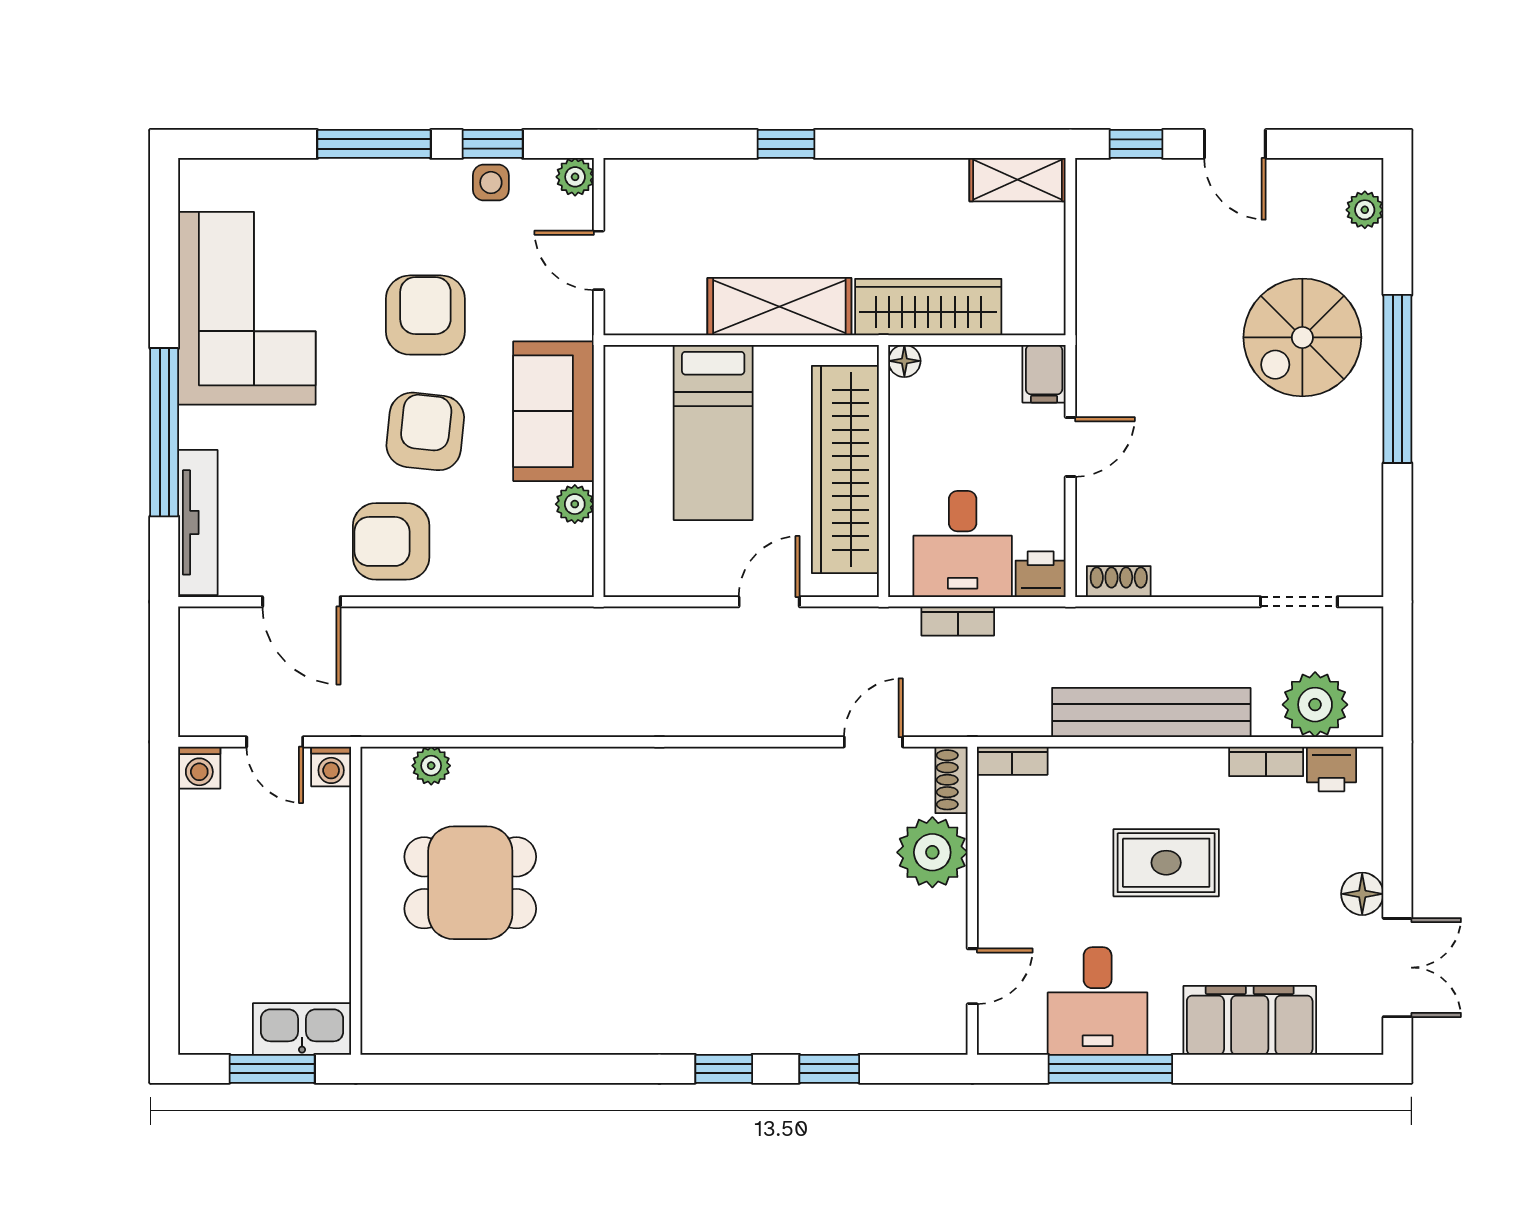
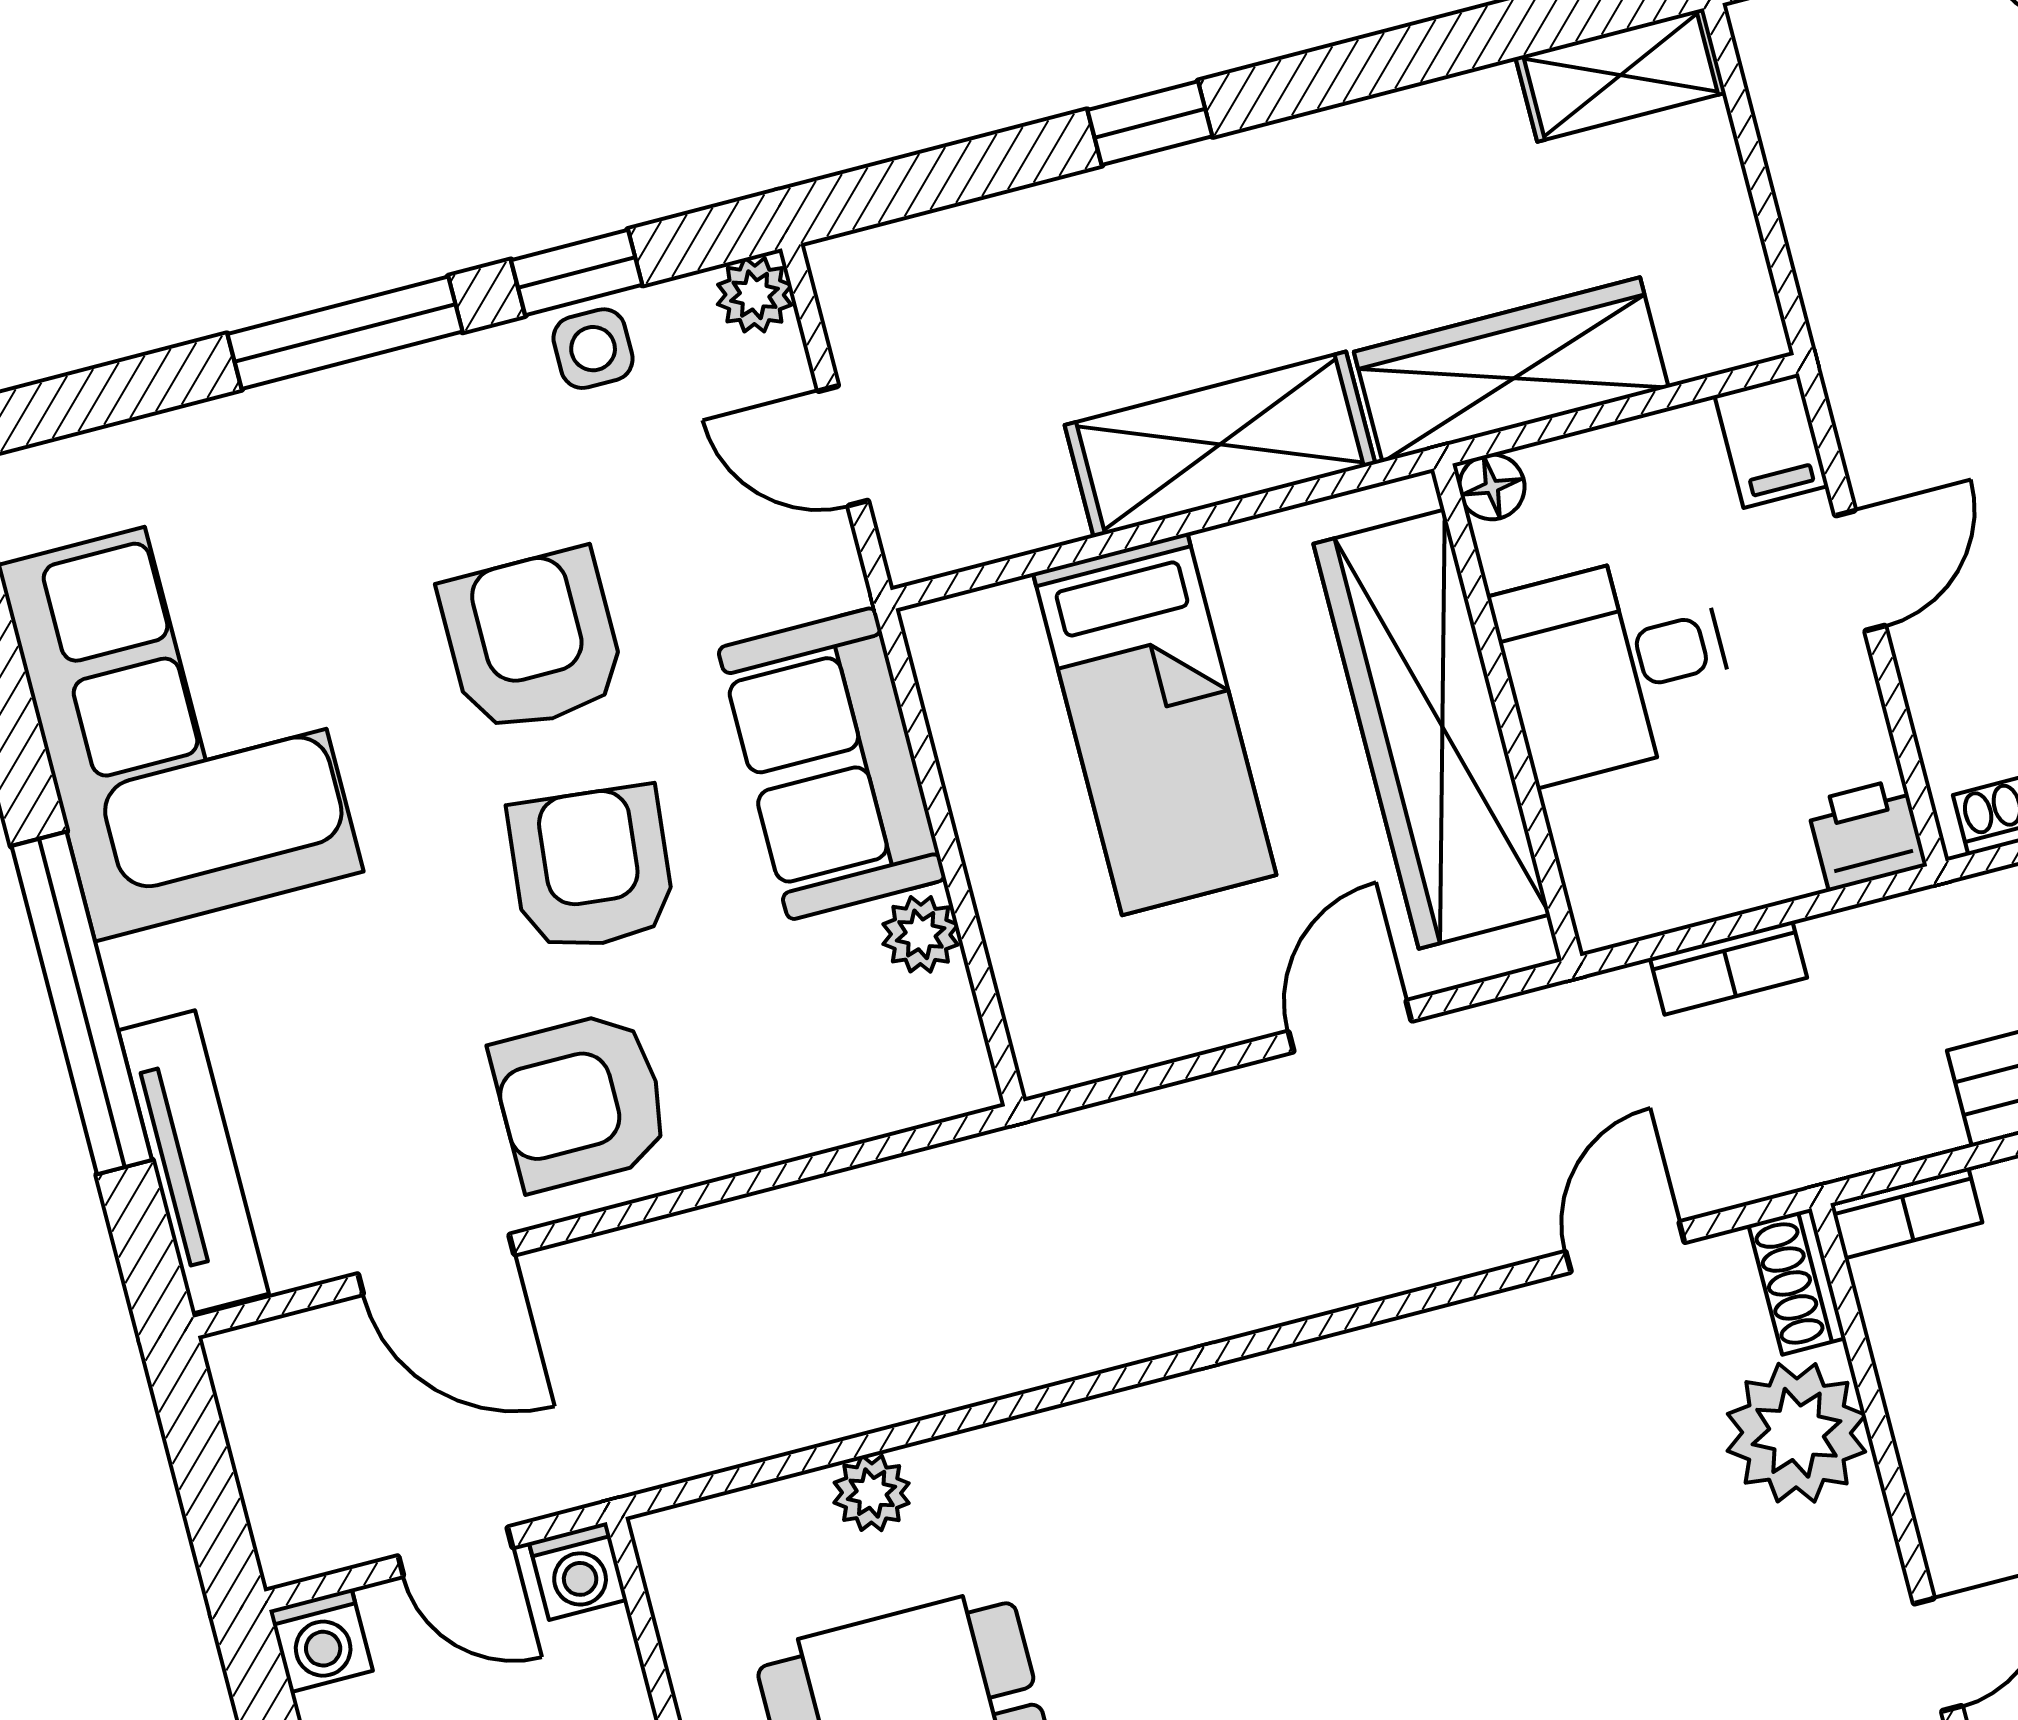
desk: (963, 544) -> (1615, 666), moved, turned 90
plant: (431, 766) -> (872, 1493), moved

